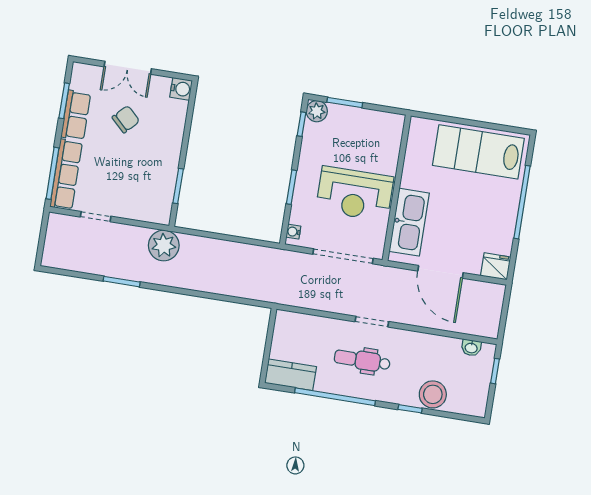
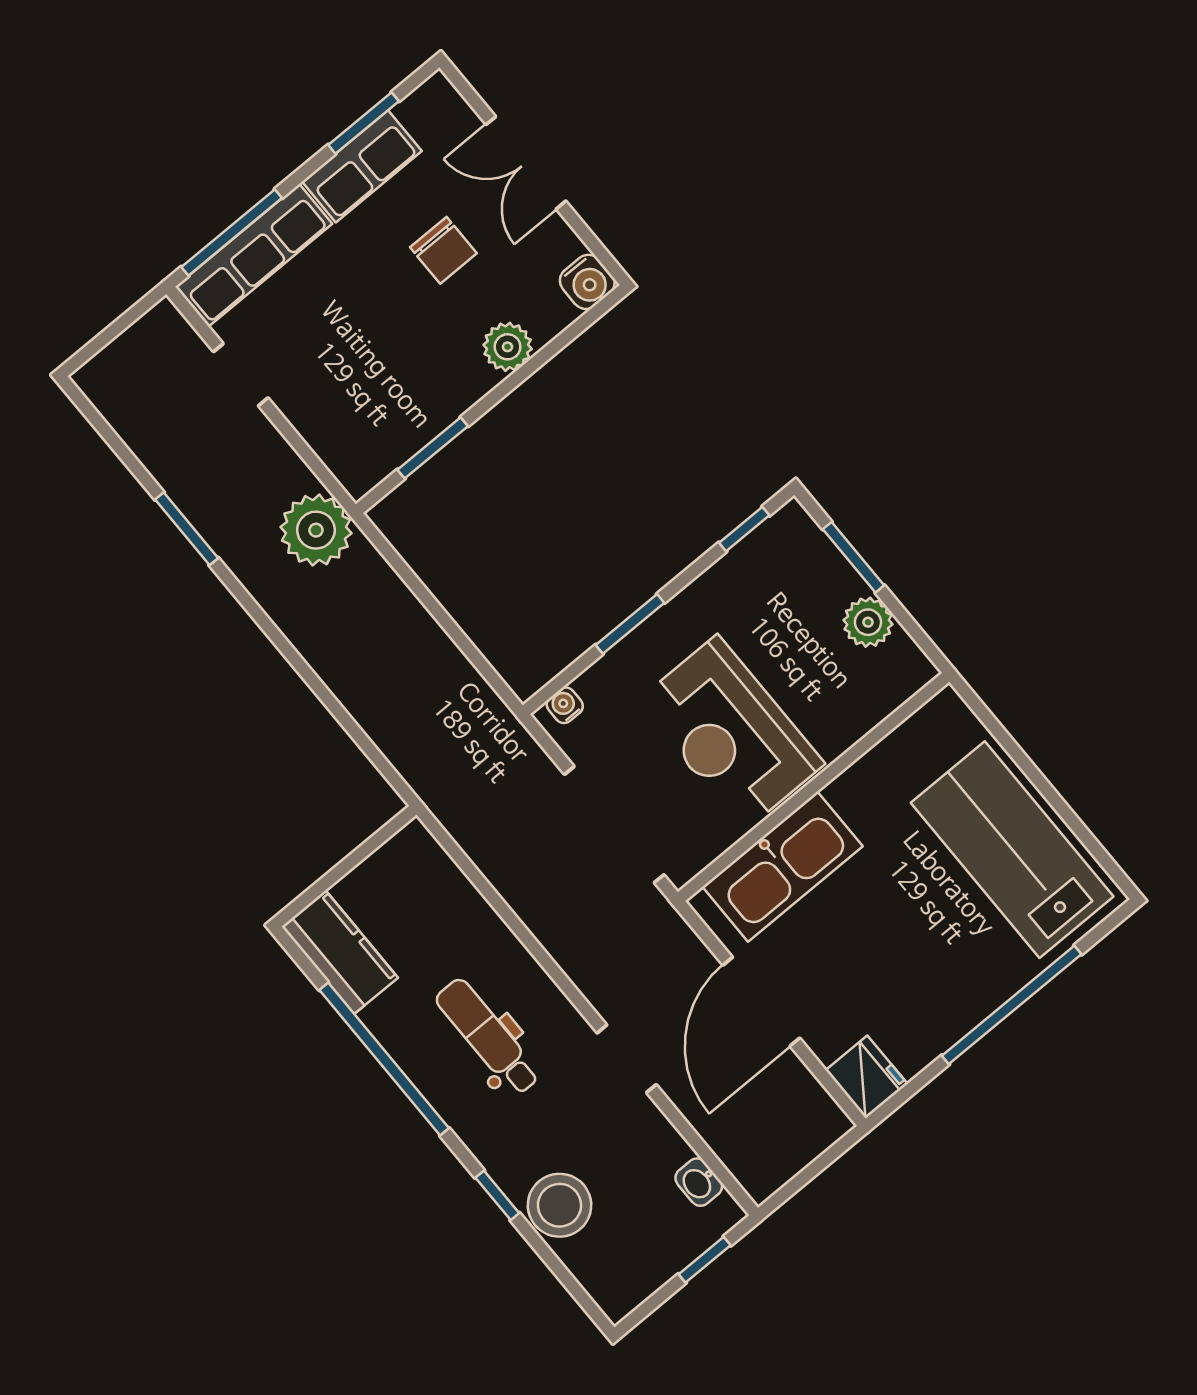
plant: (317, 111) -> (868, 622), moved
chair: (126, 119) -> (443, 250), turned 46
plant: (174, 132) -> (508, 347), added
doorway: (372, 322) -> (627, 1059), moved

